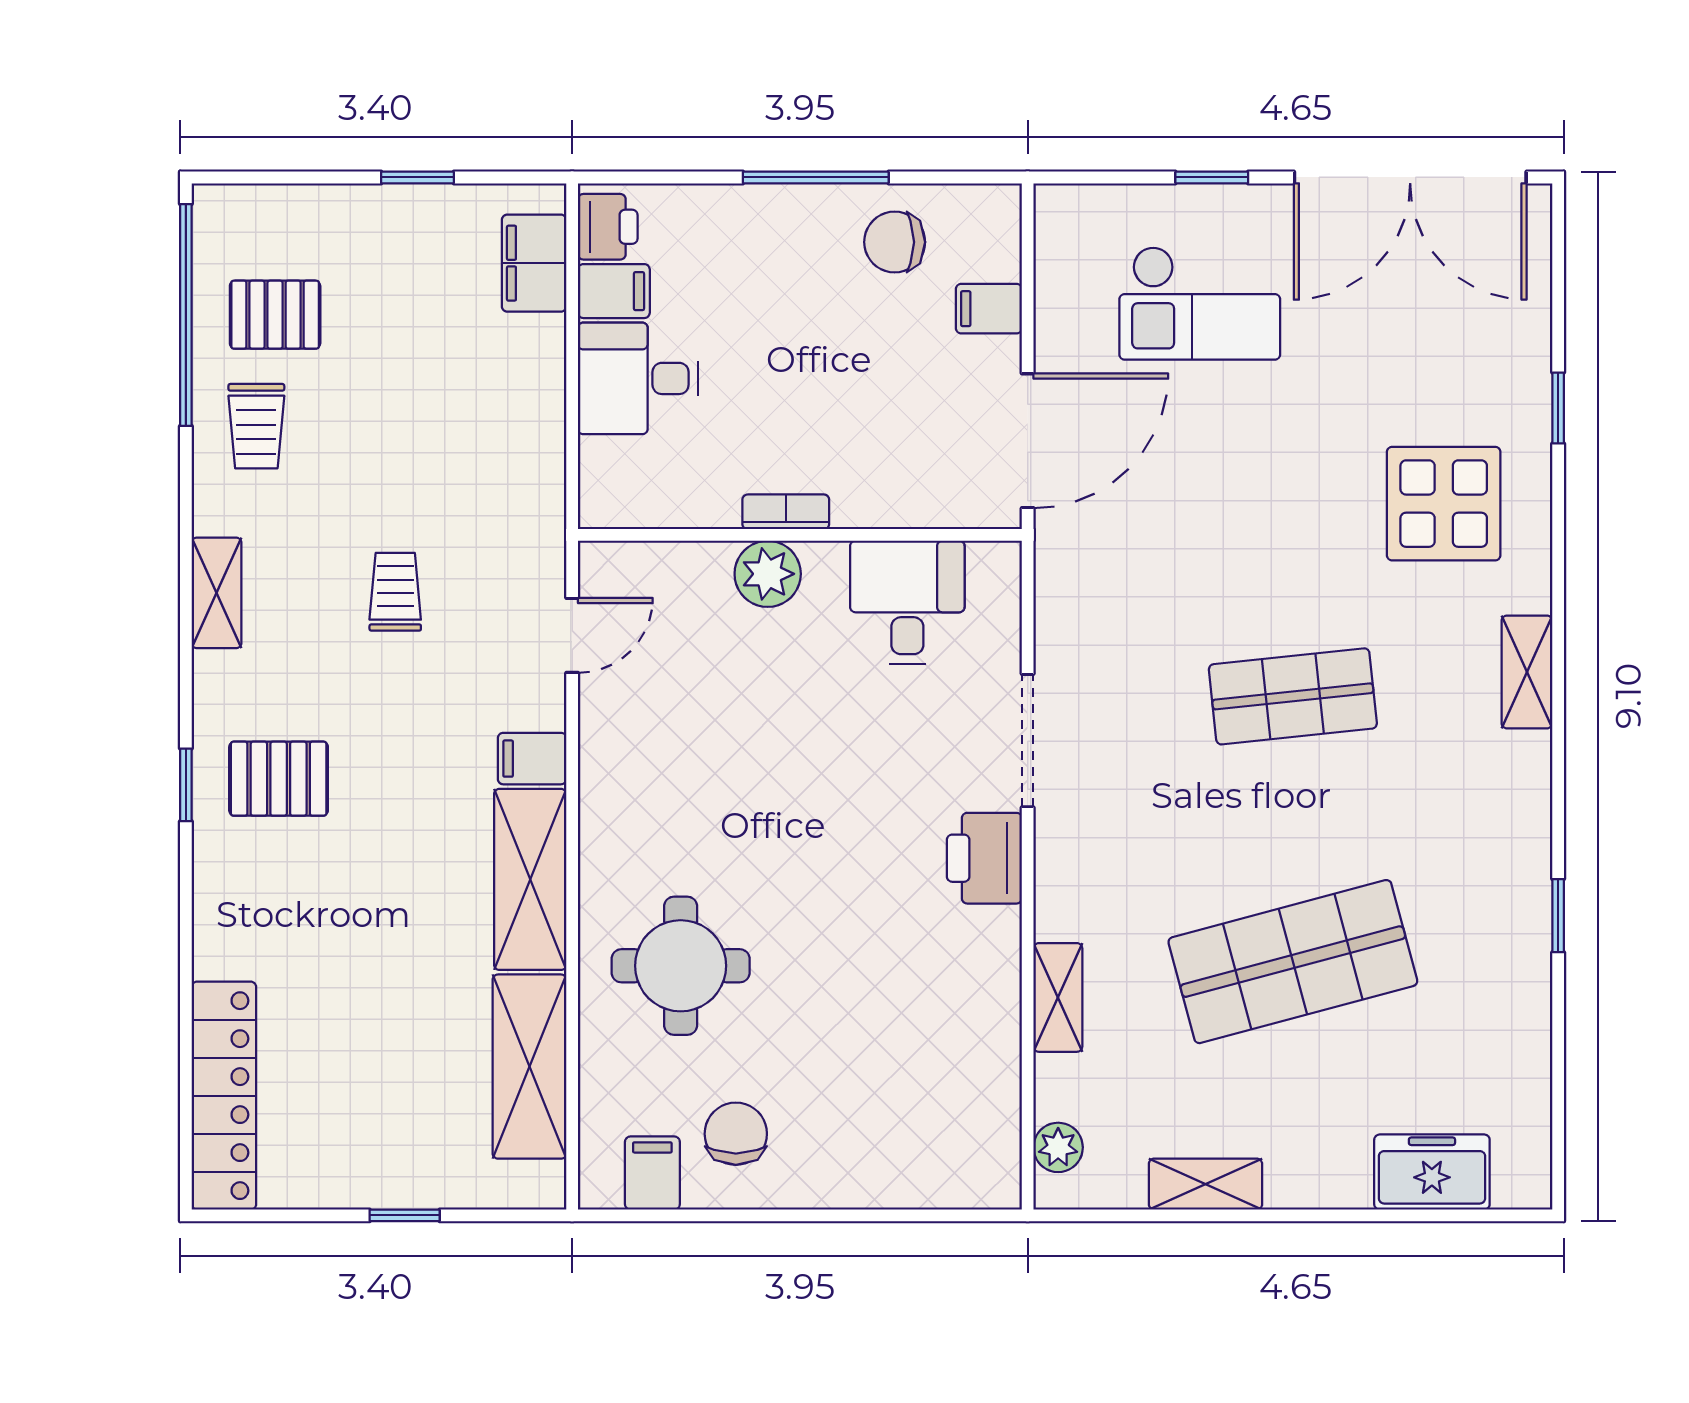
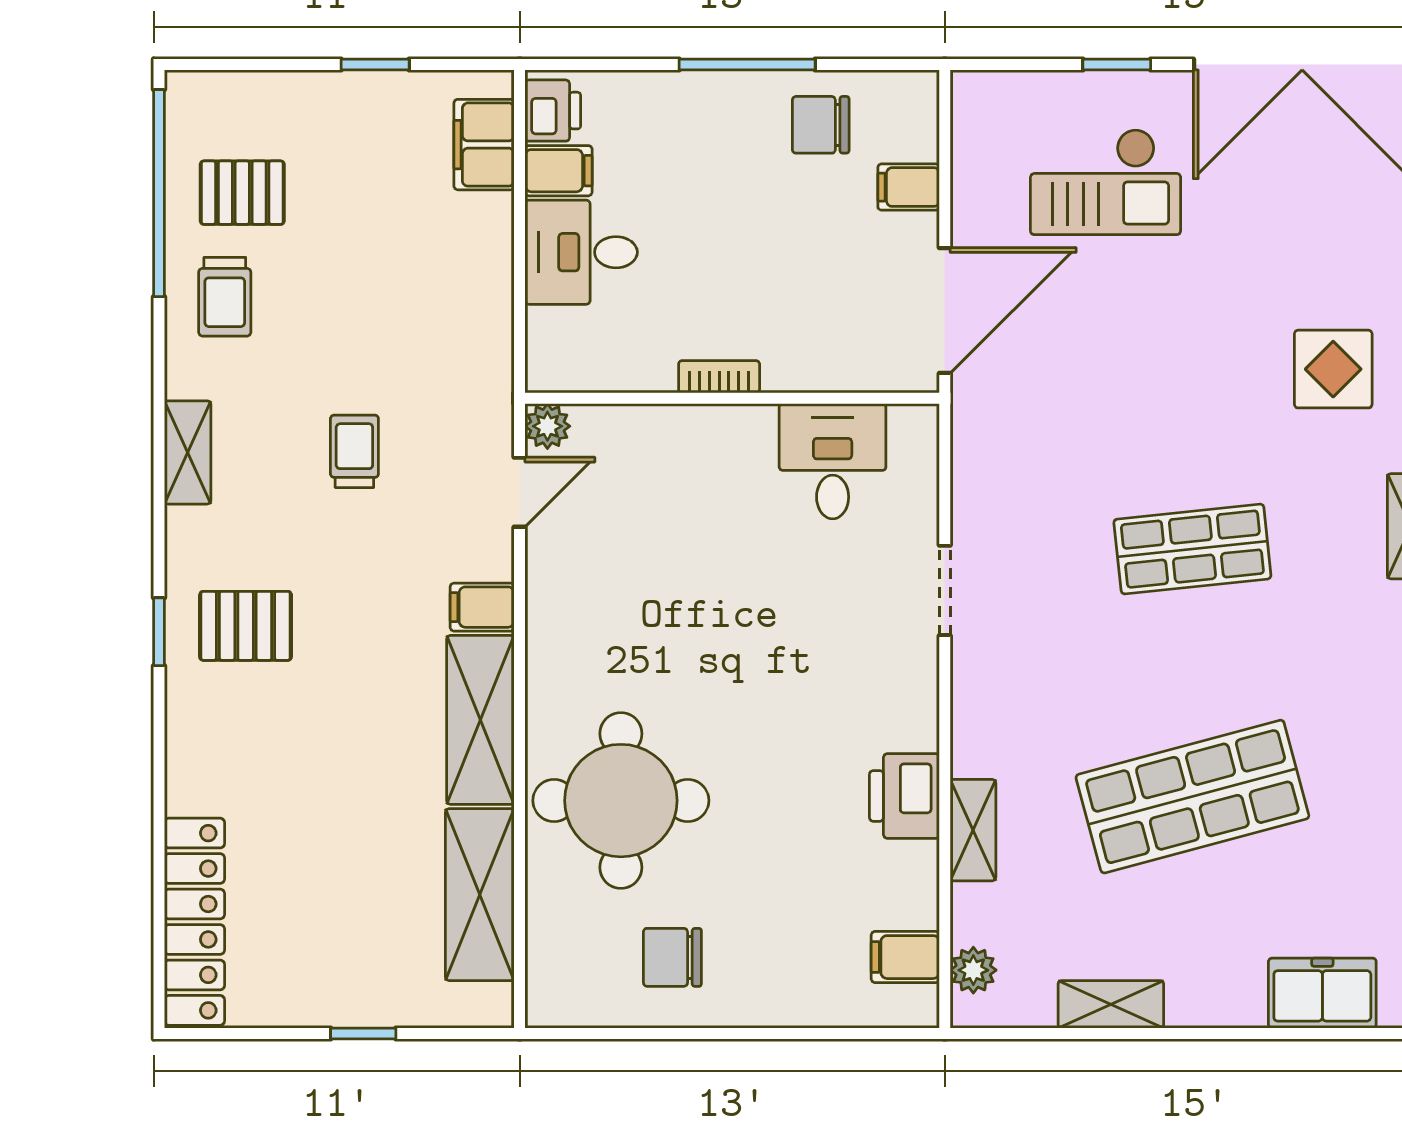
display table: (1444, 504) -> (1333, 369), width x0.73, depth x0.73
plant: (768, 574) -> (547, 426), moved, width x0.73, depth x0.73
doorway: (1028, 741) -> (945, 590), width x0.73
printer: (984, 858) -> (904, 796), moved
round table: (681, 966) -> (621, 801), width x1.36, depth x1.36
chair: (736, 1134) -> (672, 957), turned -90
filing cabinet: (652, 1173) -> (905, 957), moved, turned -90

